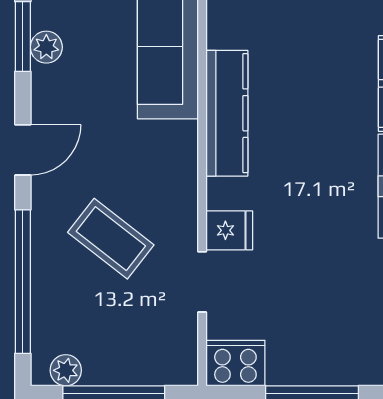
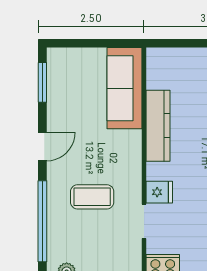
plant: (46, 47) -> (56, 88), removed
coffee table: (111, 239) -> (92, 197), turned -38

